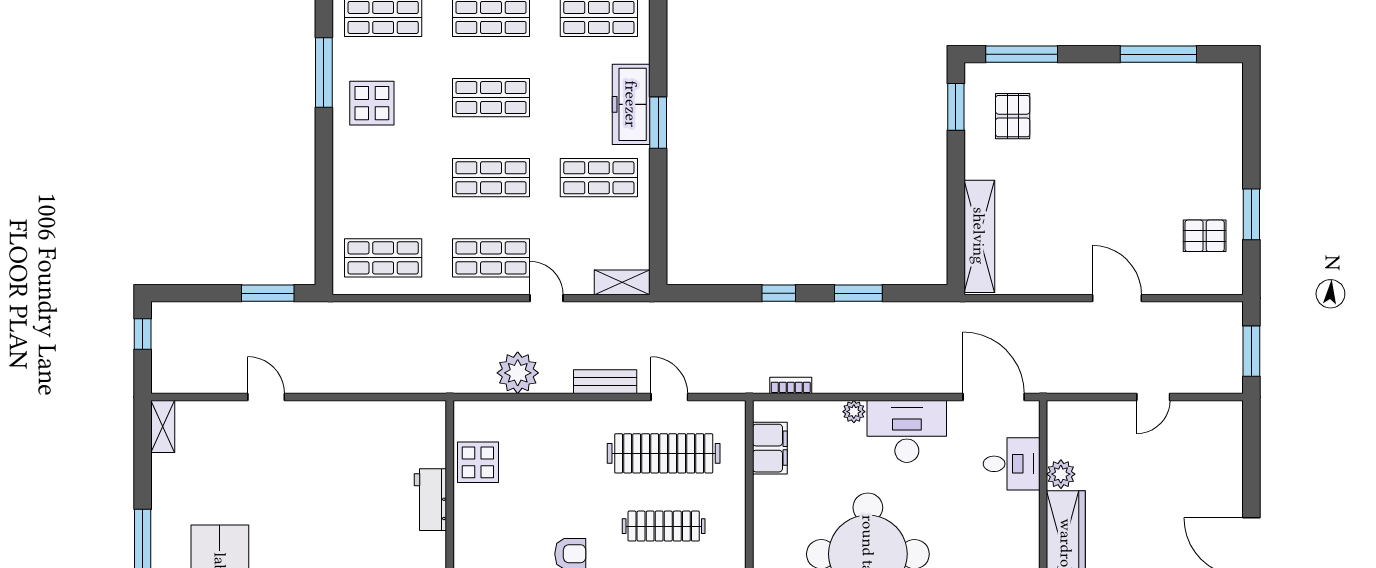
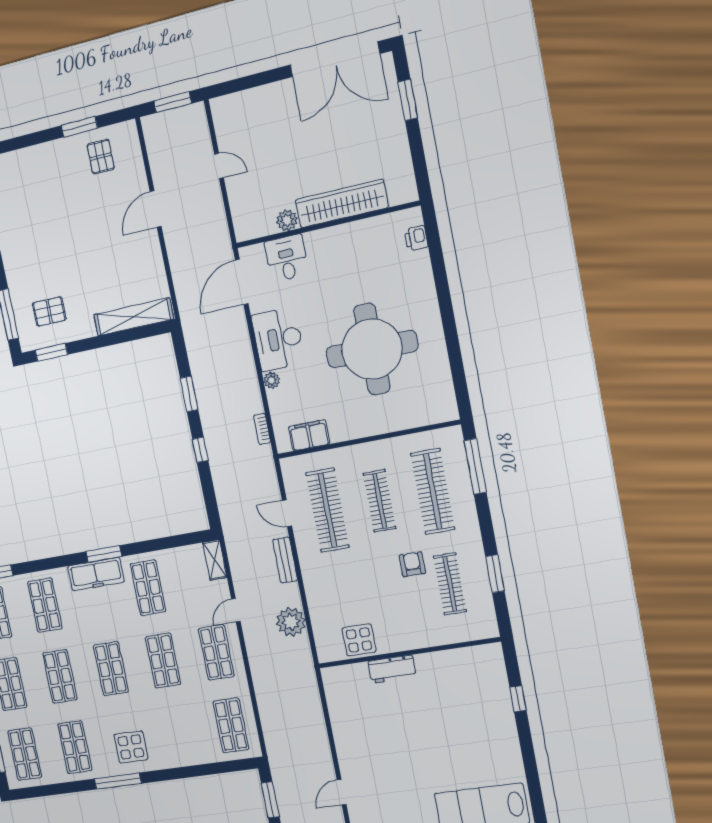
door: (669, 397) -> (287, 513), hinge flipped

